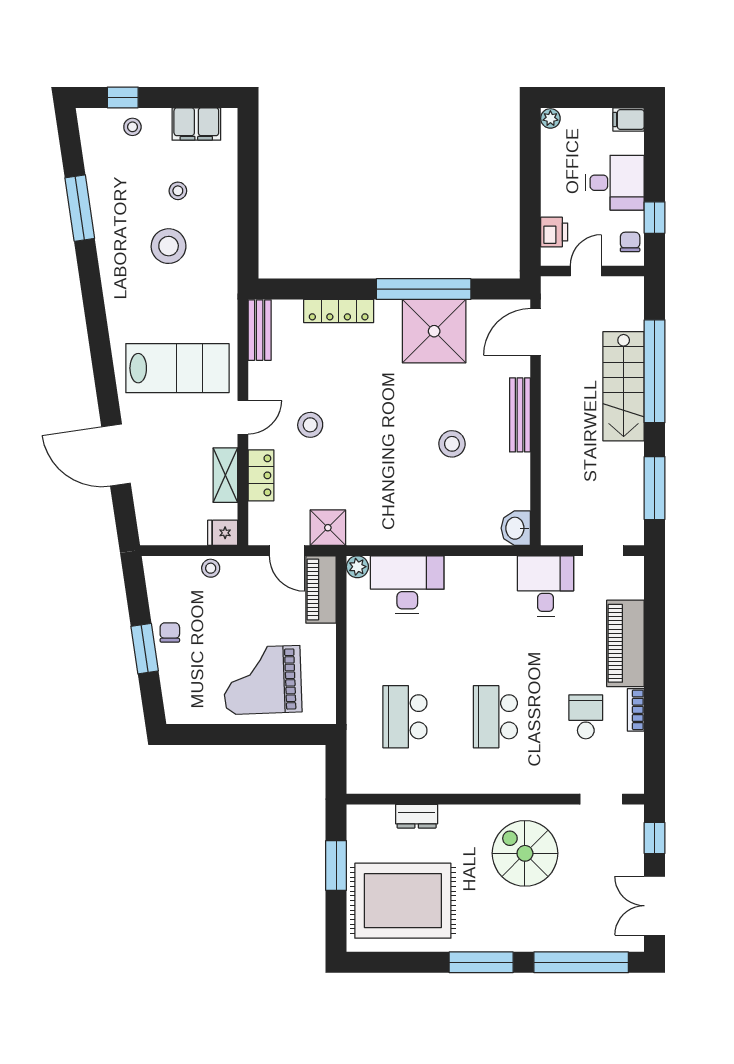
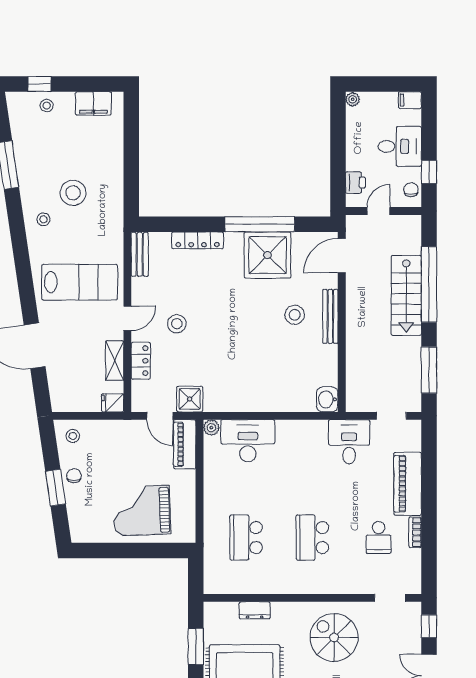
stool: (178, 191) -> (43, 219), moved
stool: (452, 444) -> (295, 315), moved
stool: (211, 568) -> (73, 436), moved
school desk: (586, 717) -> (379, 538), turned 180

